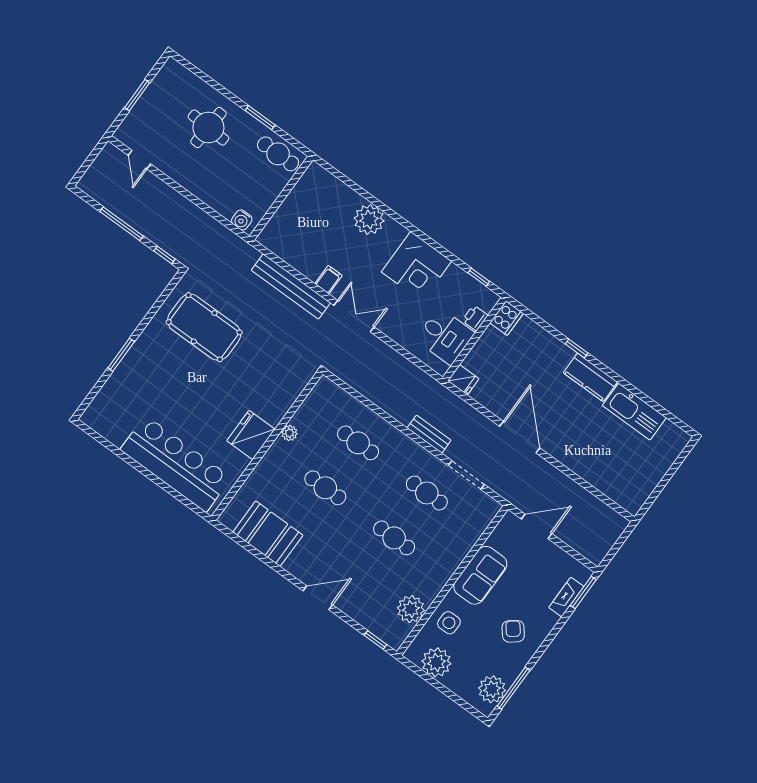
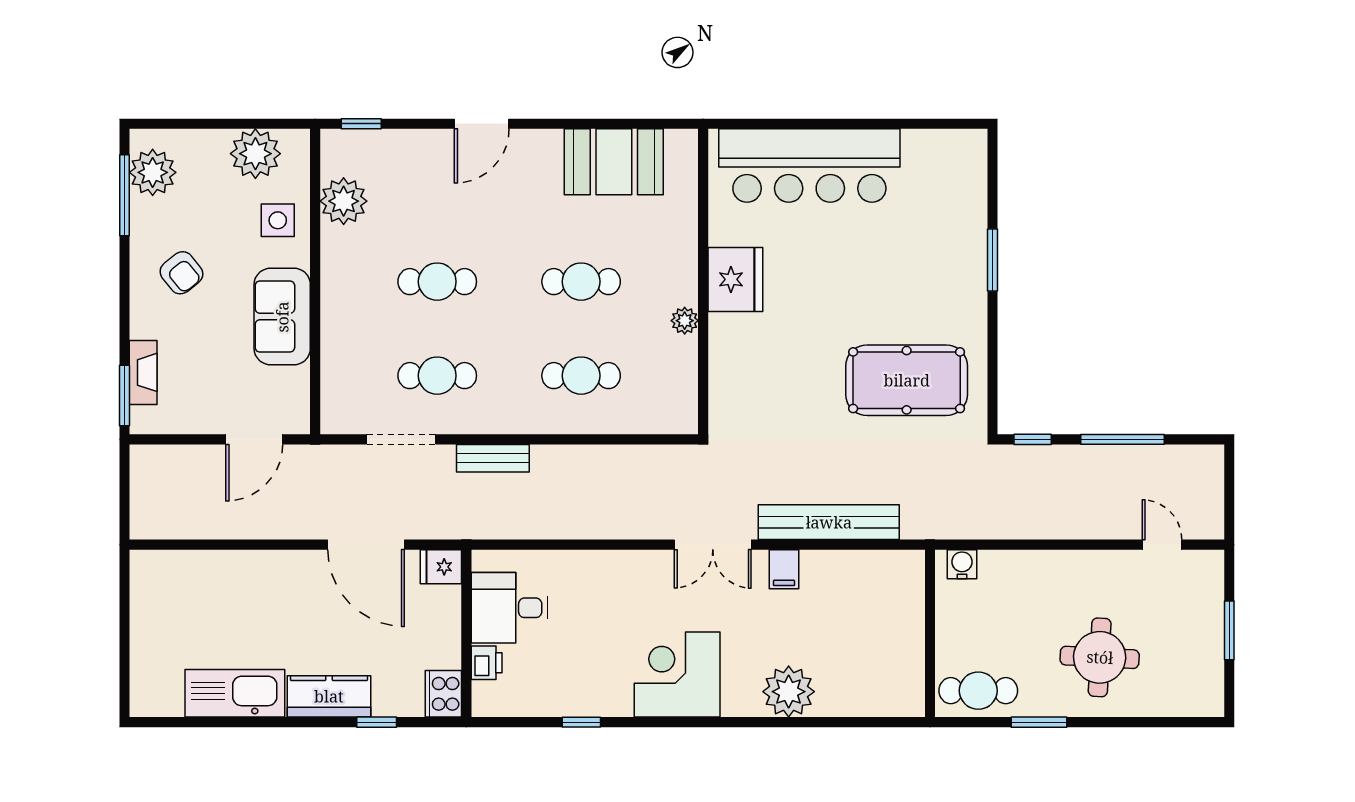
printer: (475, 318) -> (487, 663), moved
cooker: (507, 318) -> (443, 694), moved
desk: (445, 336) -> (510, 608), moved
wall: (474, 339) -> (466, 633), moved
fridge: (463, 380) -> (441, 567), moved

